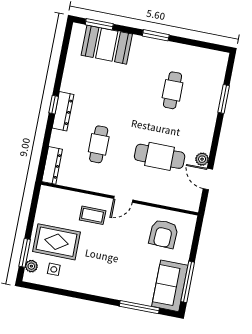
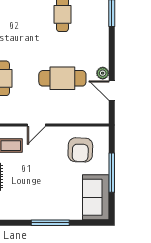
window: (188, 282) -> (112, 173), moved
window: (139, 307) -> (50, 223), moved

